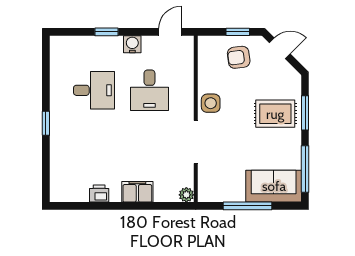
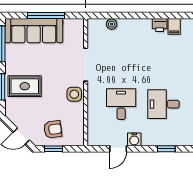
window: (106, 32) -> (166, 149), moved
door: (170, 32) -> (118, 149), moved
sofa: (274, 186) -> (34, 31), width x1.36
filing cabinet: (137, 192) -> (174, 26), moved, width x0.50
plant: (186, 195) -> (112, 24), moved

